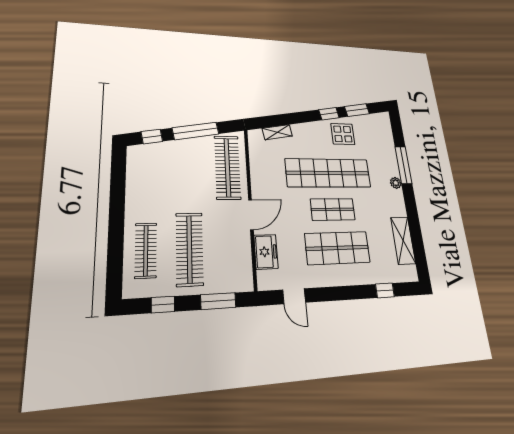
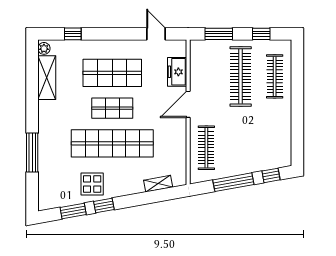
clothes rail: (227, 167) -> (206, 148), width x0.73, depth x0.76
plant: (396, 183) -> (44, 48), moved

